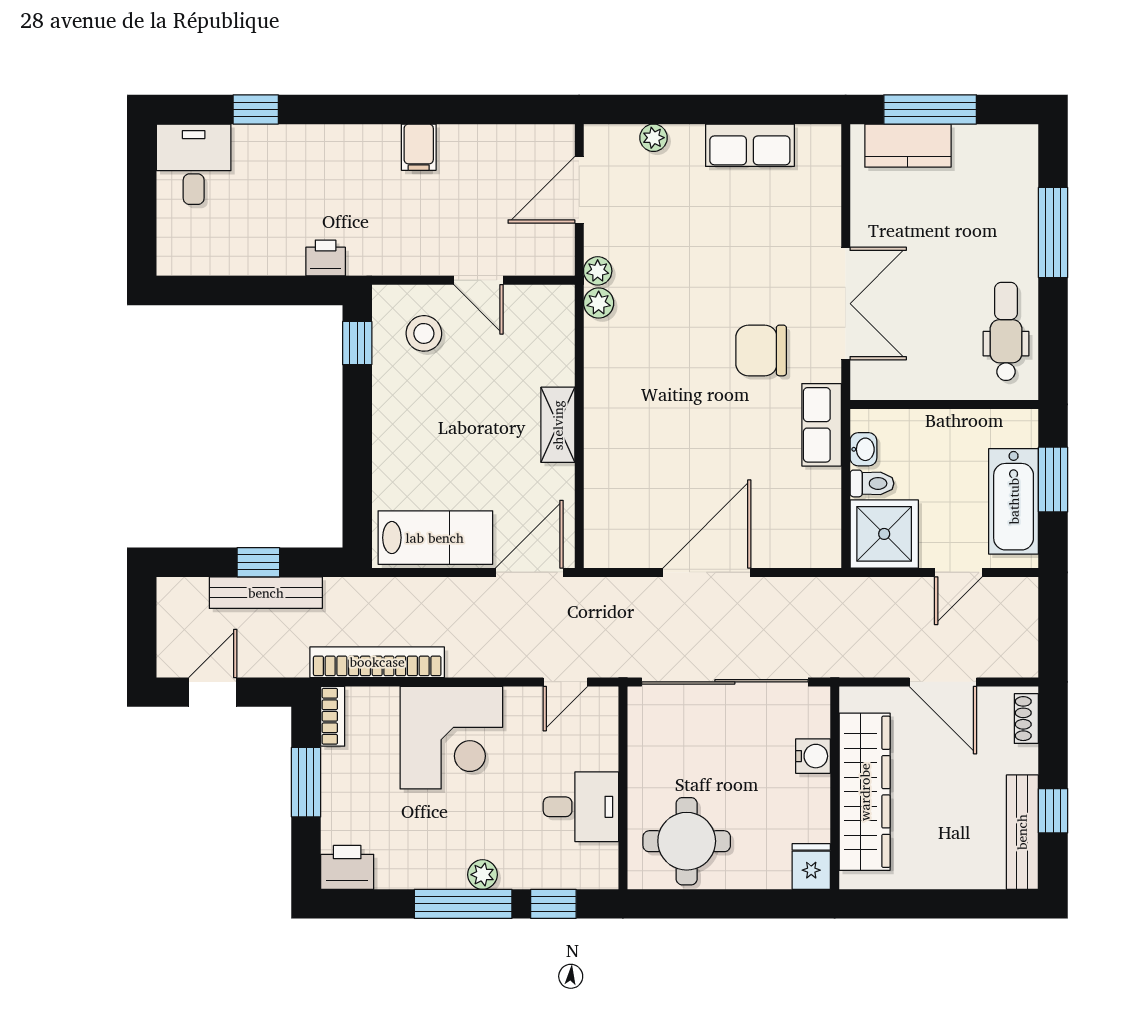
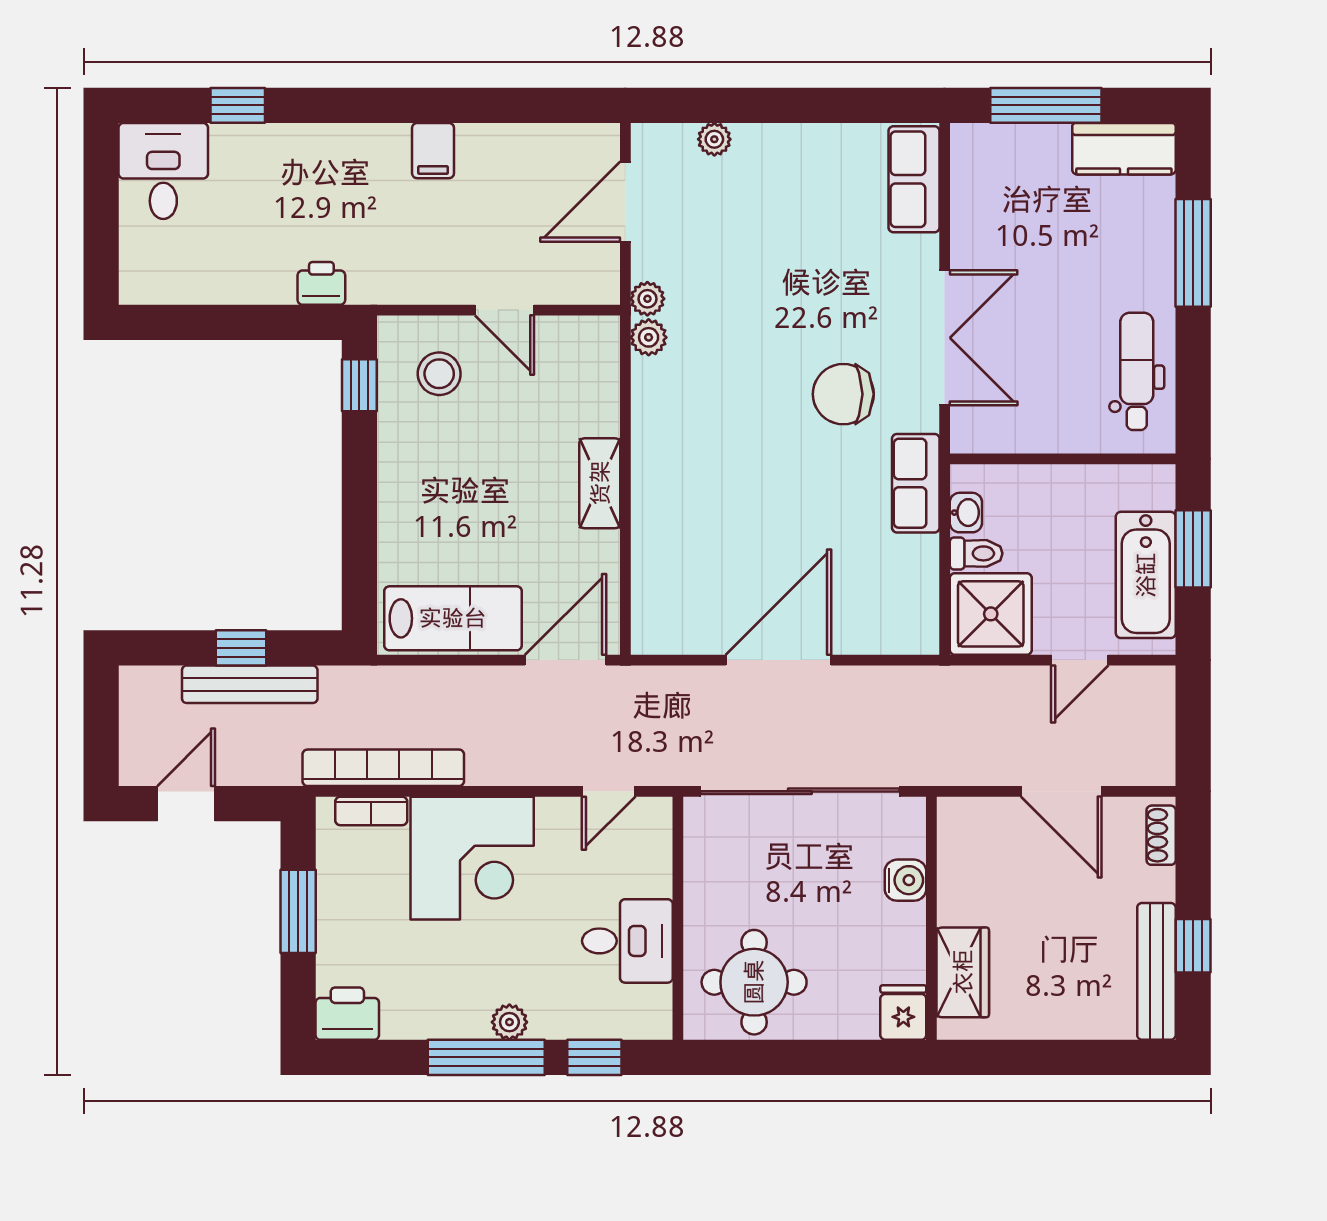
row of seats: (750, 145) -> (914, 179), moved, turned 90
kitchen counter: (908, 146) -> (1124, 149), moved
bookcase: (333, 716) -> (371, 811), moved, turned 90
wardrobe: (865, 792) -> (963, 972), width x0.48, depth x0.85

